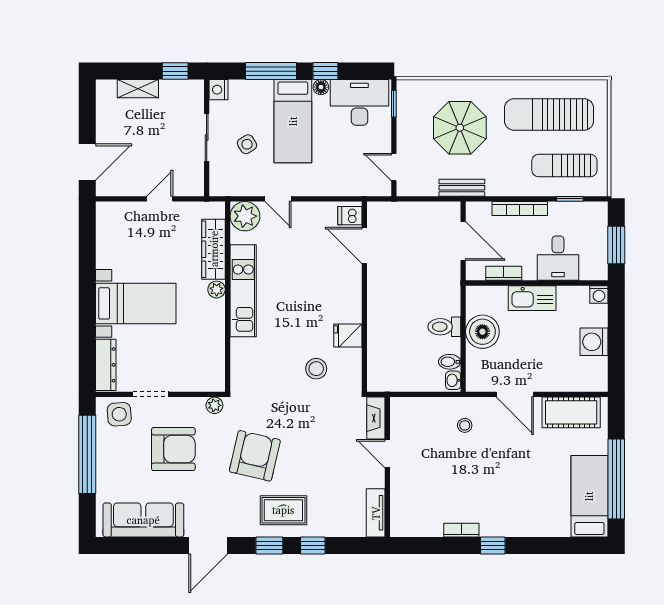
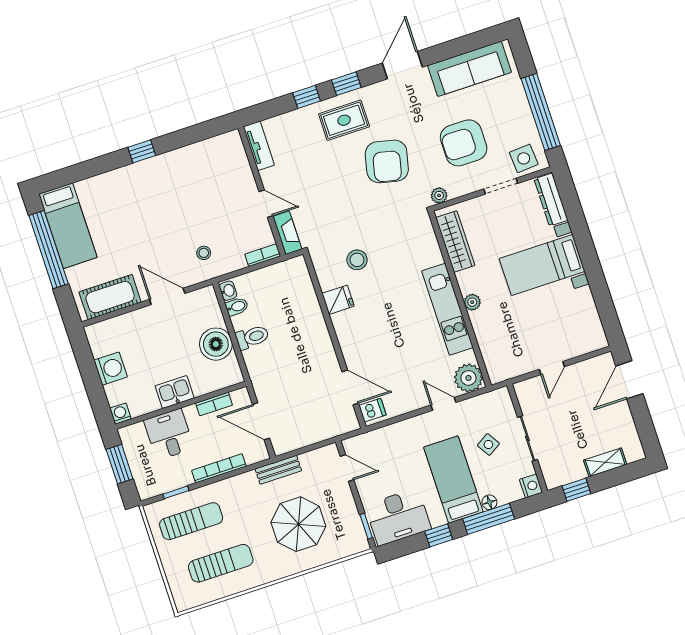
floor lamp: (321, 87) -> (489, 502), moved
sun lounger: (549, 115) -> (221, 563), width x0.73, depth x0.75
wardrobe: (214, 249) -> (455, 242), moved
kitchen sink: (532, 298) -> (175, 392), width x0.73
bookcase: (461, 530) -> (263, 255), moved, turned 180

